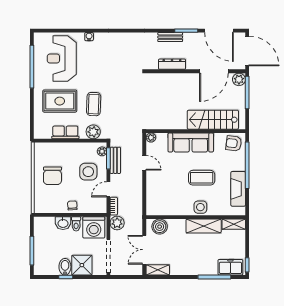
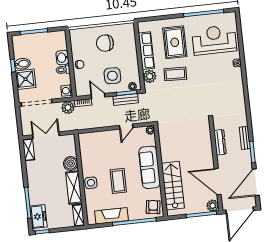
row of seats: (65, 132) -> (146, 51), width x1.48
washing machine: (94, 227) -> (67, 91), width x0.53, depth x0.53
boiler: (160, 227) -> (71, 164), moved

